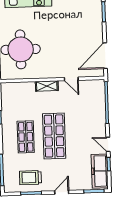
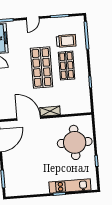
door: (71, 79) -> (29, 118), width x1.88
trolley: (30, 178) -> (66, 41), moved

